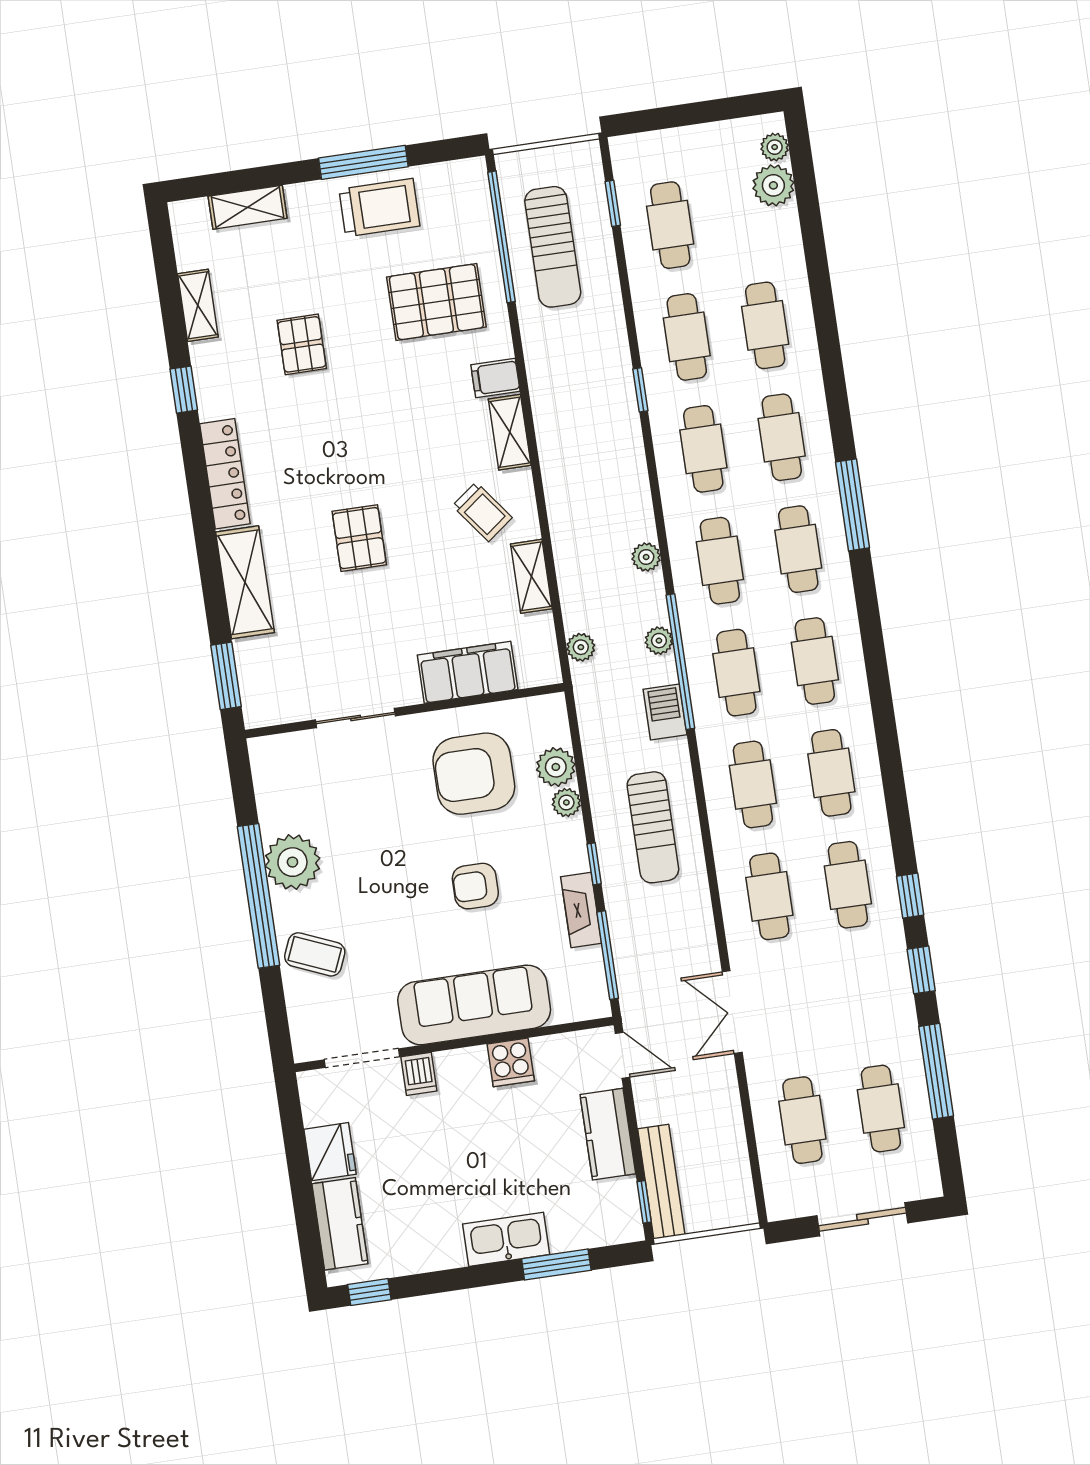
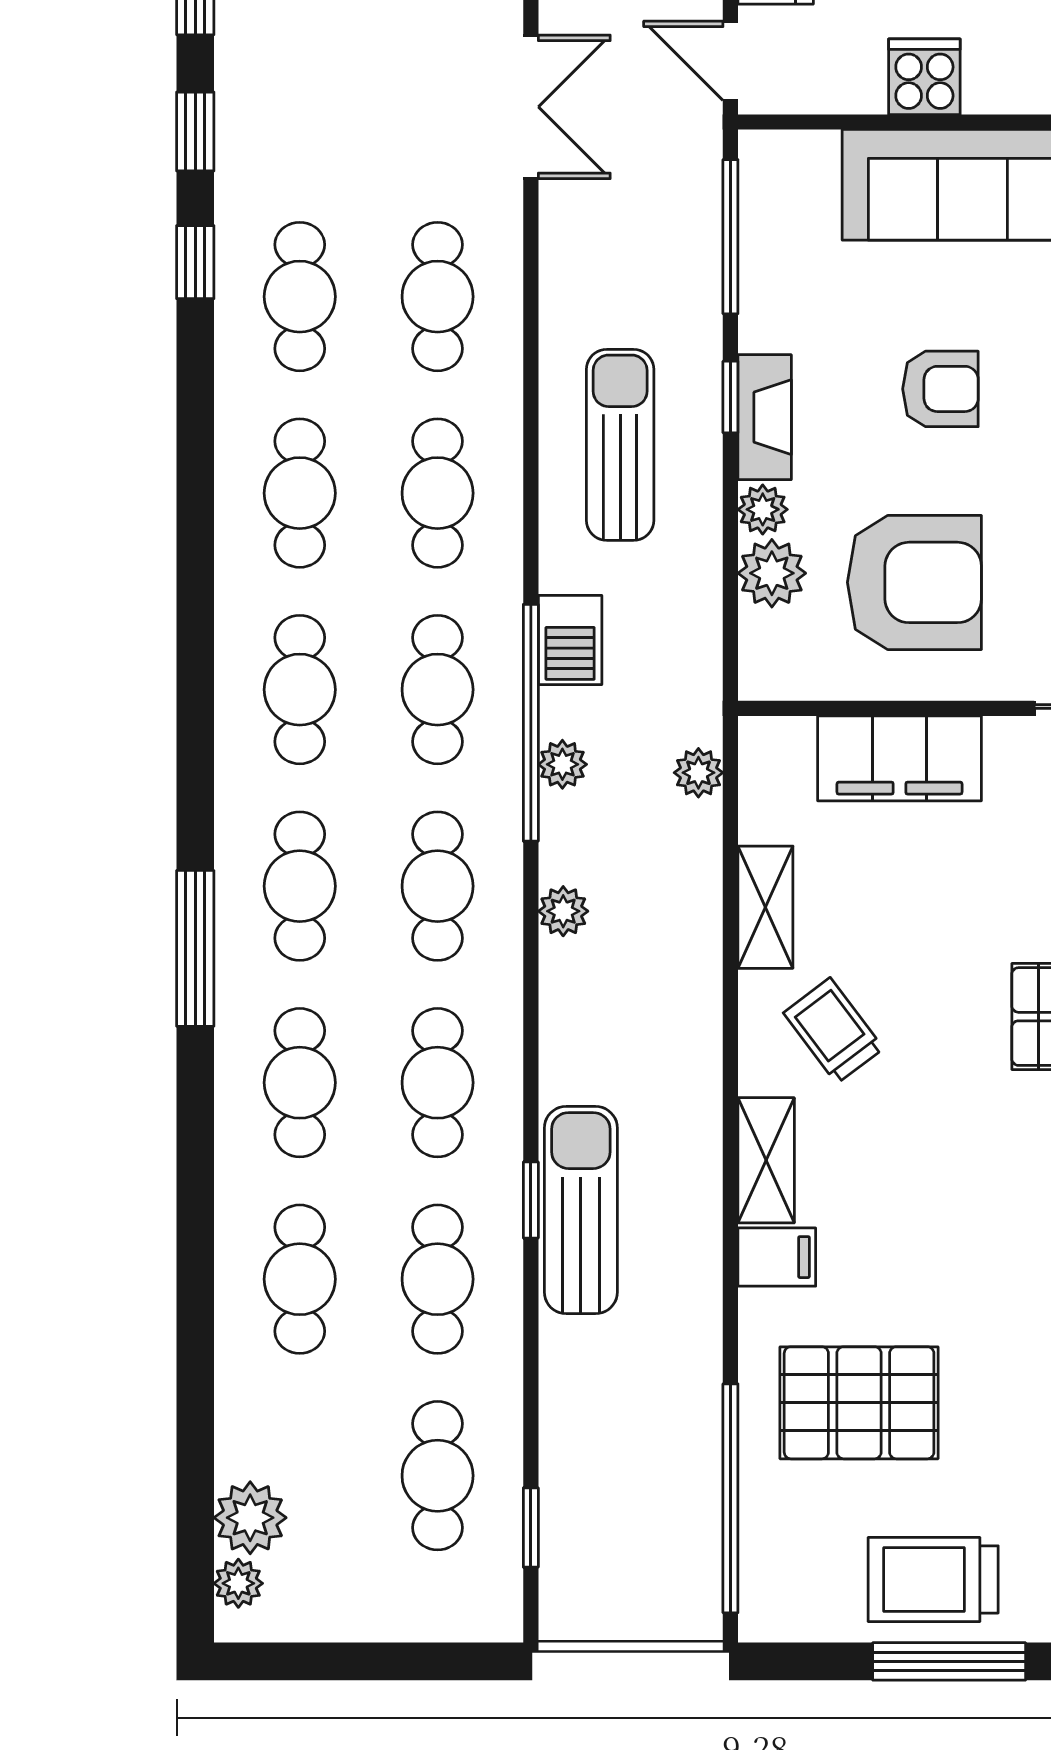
sun lounger: (553, 247) -> (581, 1210), moved
fireplace: (581, 910) -> (765, 417), moved

